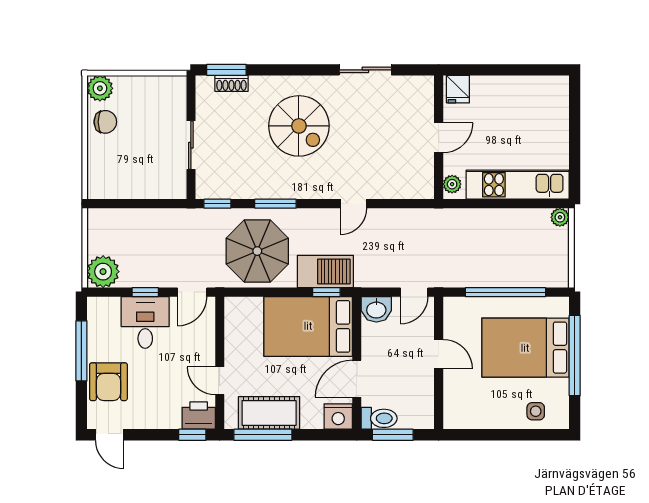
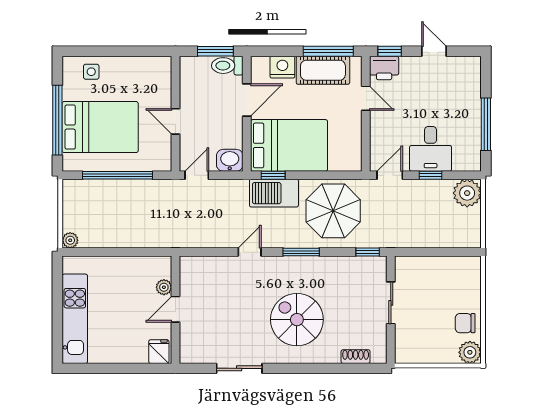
window: (226, 70) -> (360, 368), removed
plant: (452, 184) -> (164, 287), moved
kitchen unit: (518, 185) -> (75, 319), moved, turned -90
window: (275, 204) -> (301, 252), moved
armchair: (108, 382) -> (462, 97), removed
nightstand: (338, 417) -> (282, 67), moved
door: (110, 435) -> (434, 51), moved

